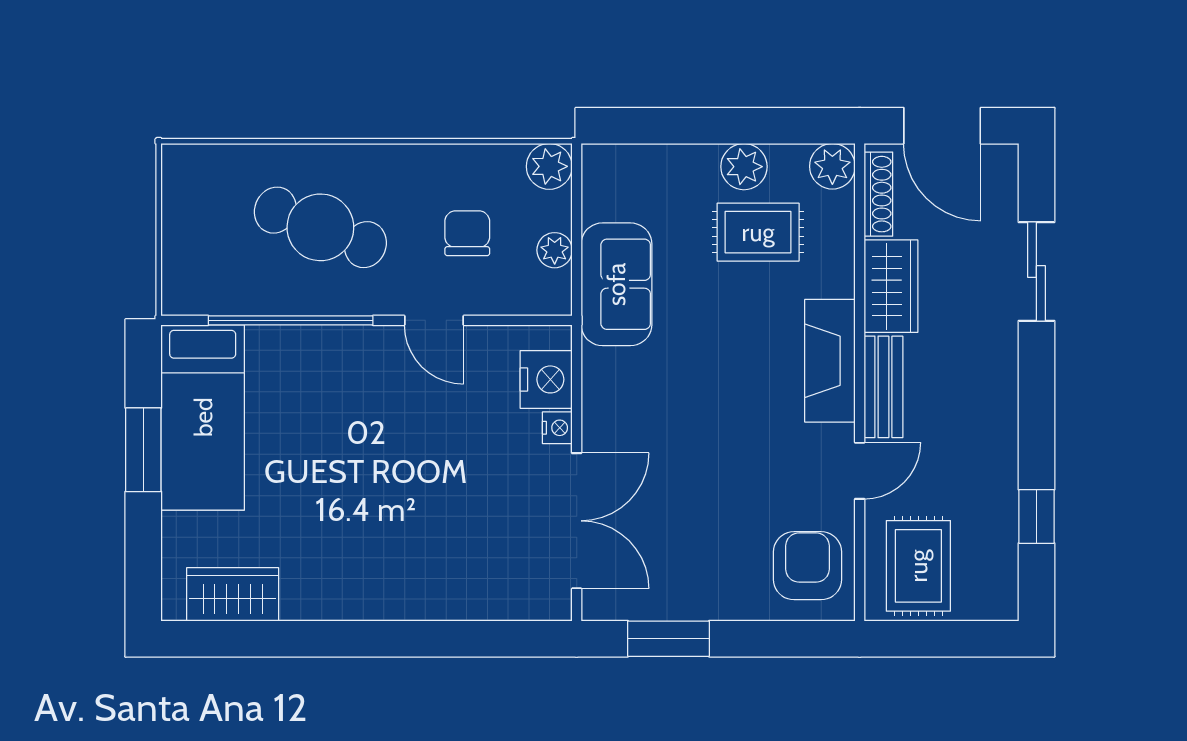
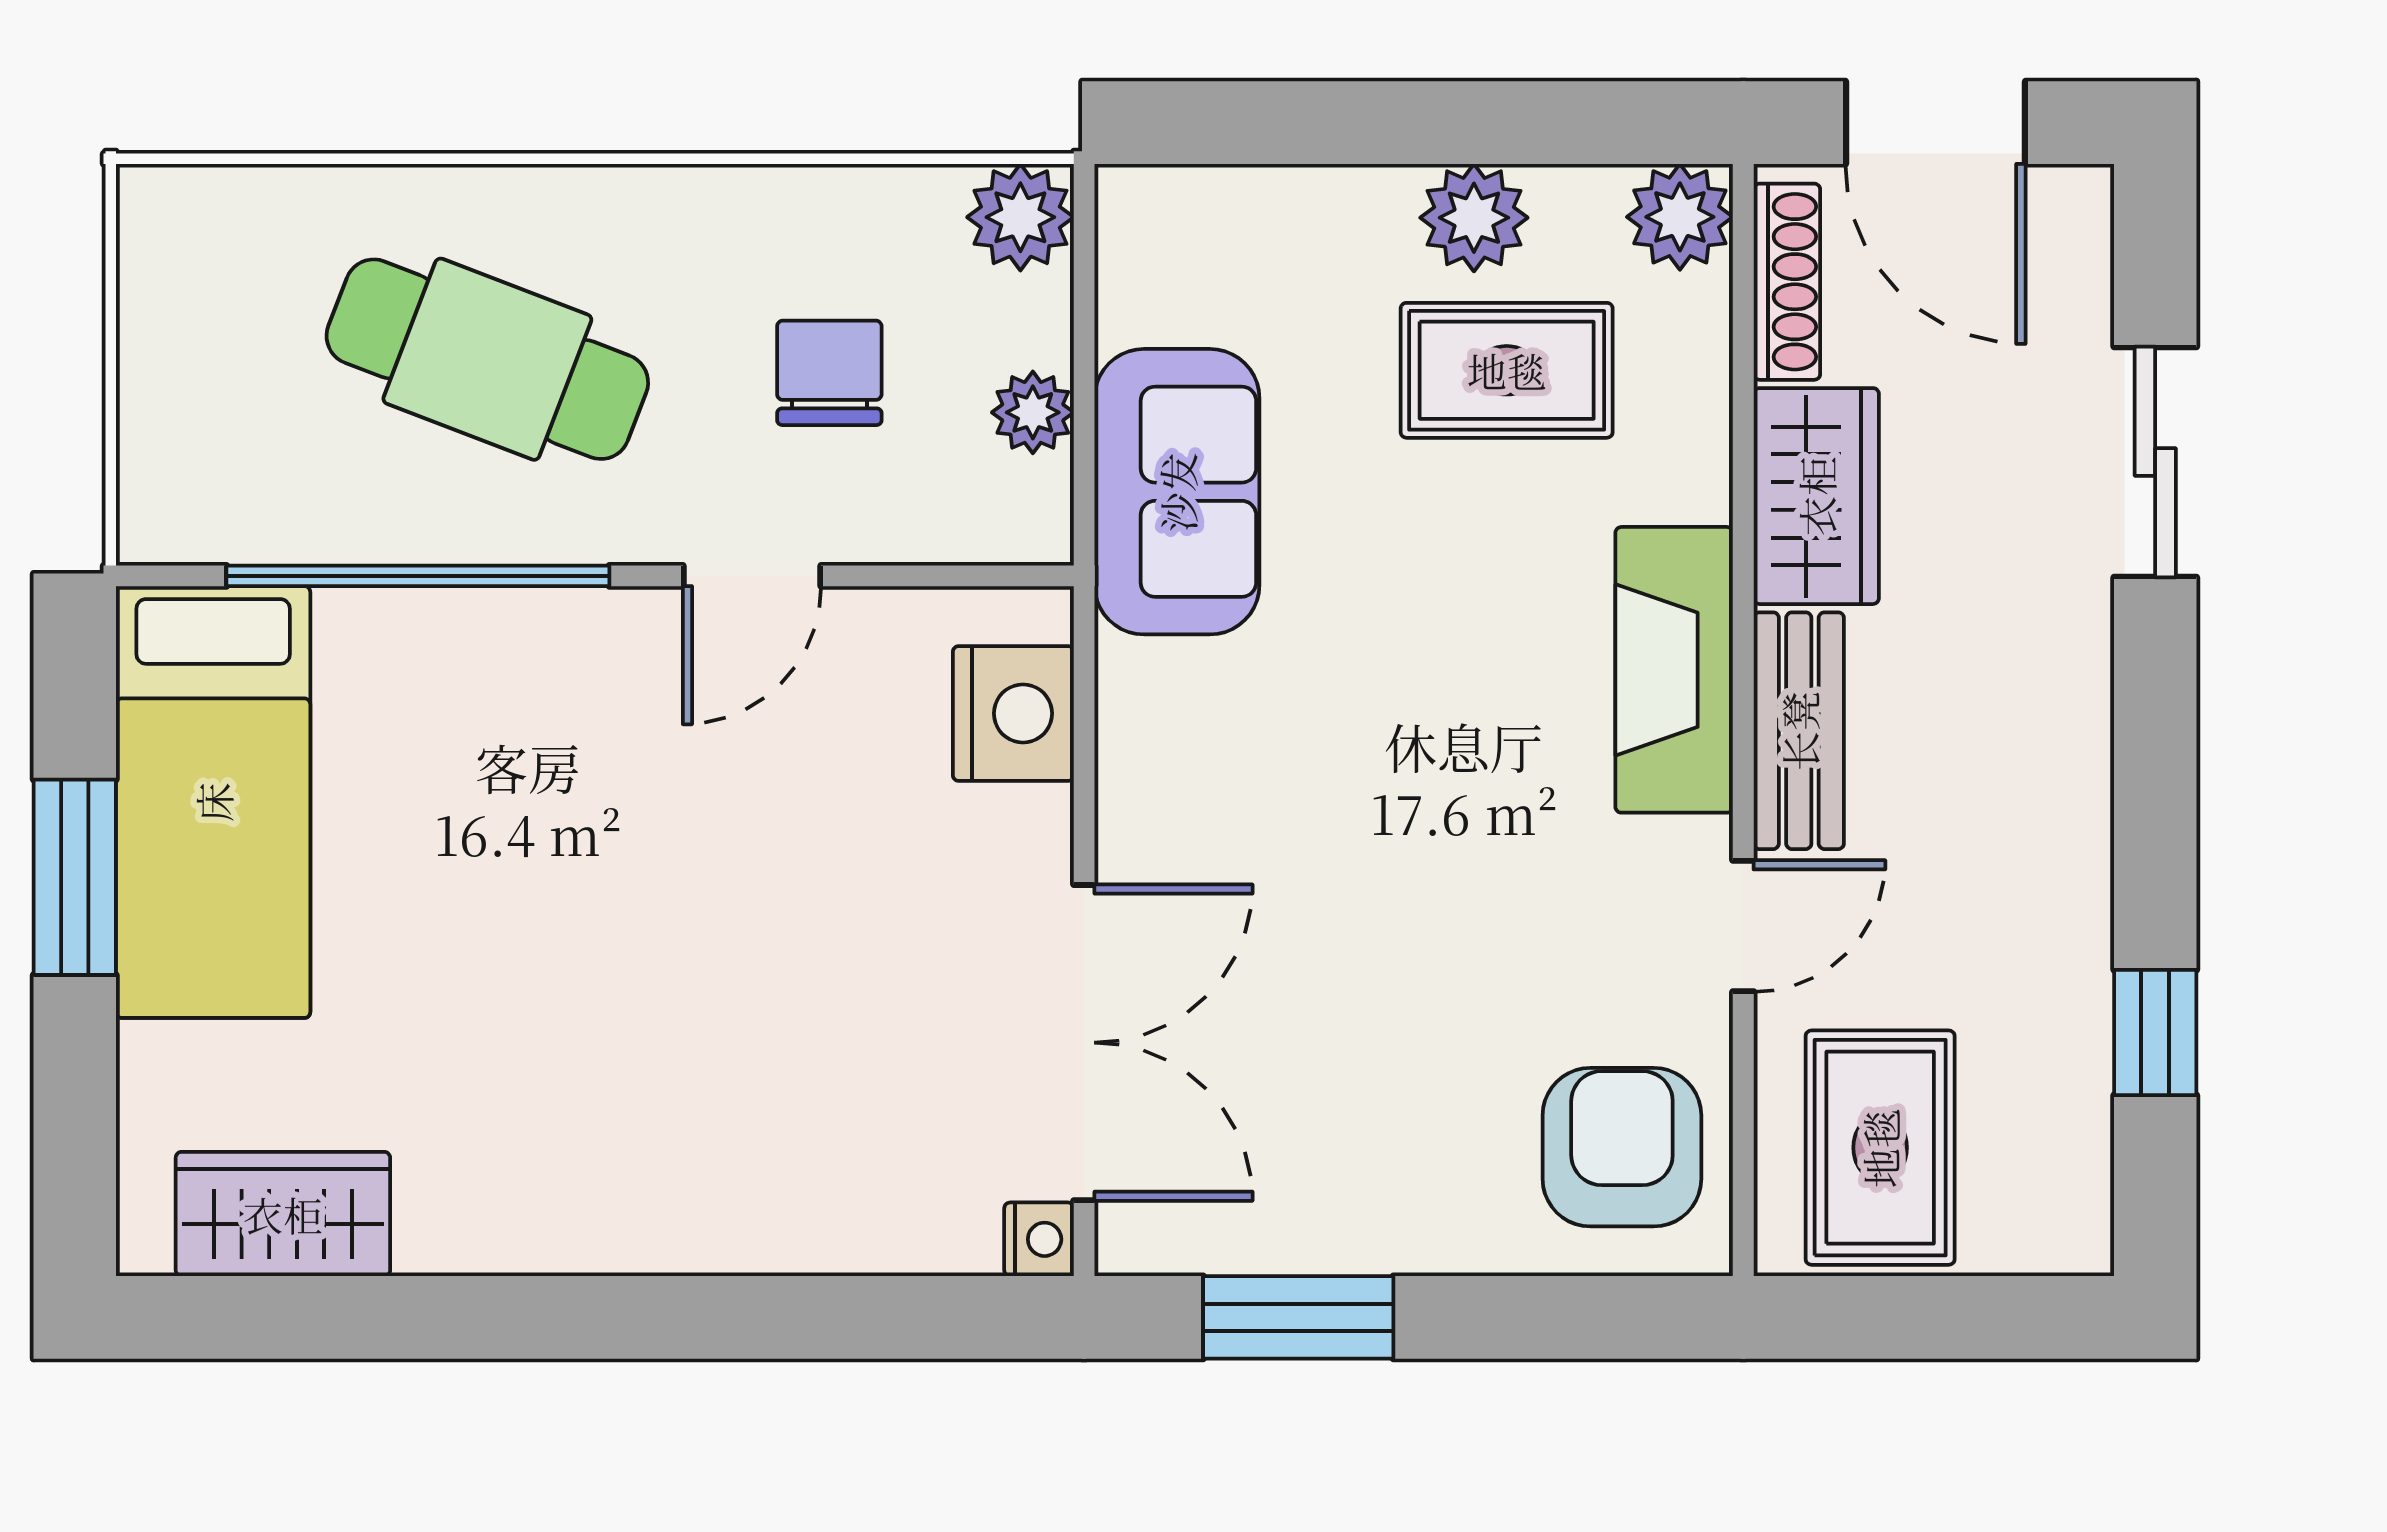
door: (434, 320) -> (752, 576), hinge flipped
nightstand: (557, 428) -> (1039, 1239), moved

